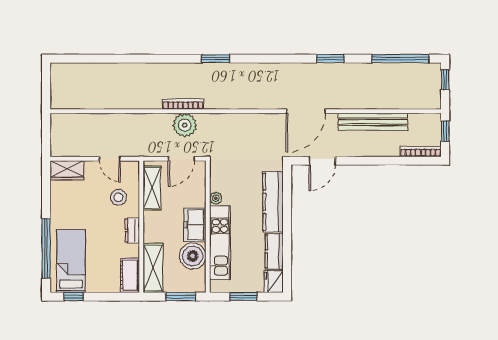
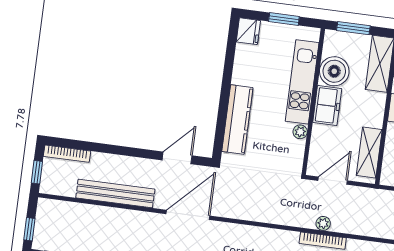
plant: (185, 125) -> (323, 223), width x0.53, depth x0.53
kitchen counter: (274, 251) -> (243, 65), removed

